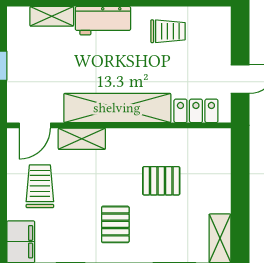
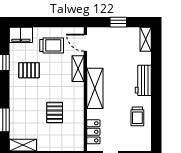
shelving: (52, 16) -> (146, 39), moved
shelving: (117, 108) -> (95, 88), width x0.68
pallet: (115, 224) -> (29, 70), moved

